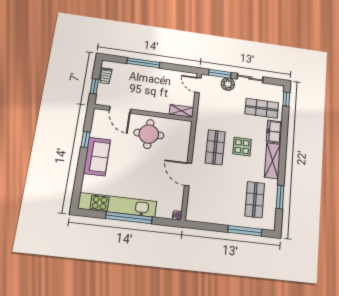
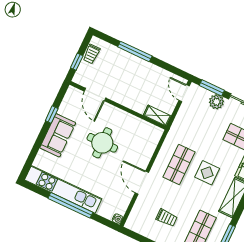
round table: (149, 134) -> (102, 143), moved
trolley: (221, 199) -> (167, 218), added

